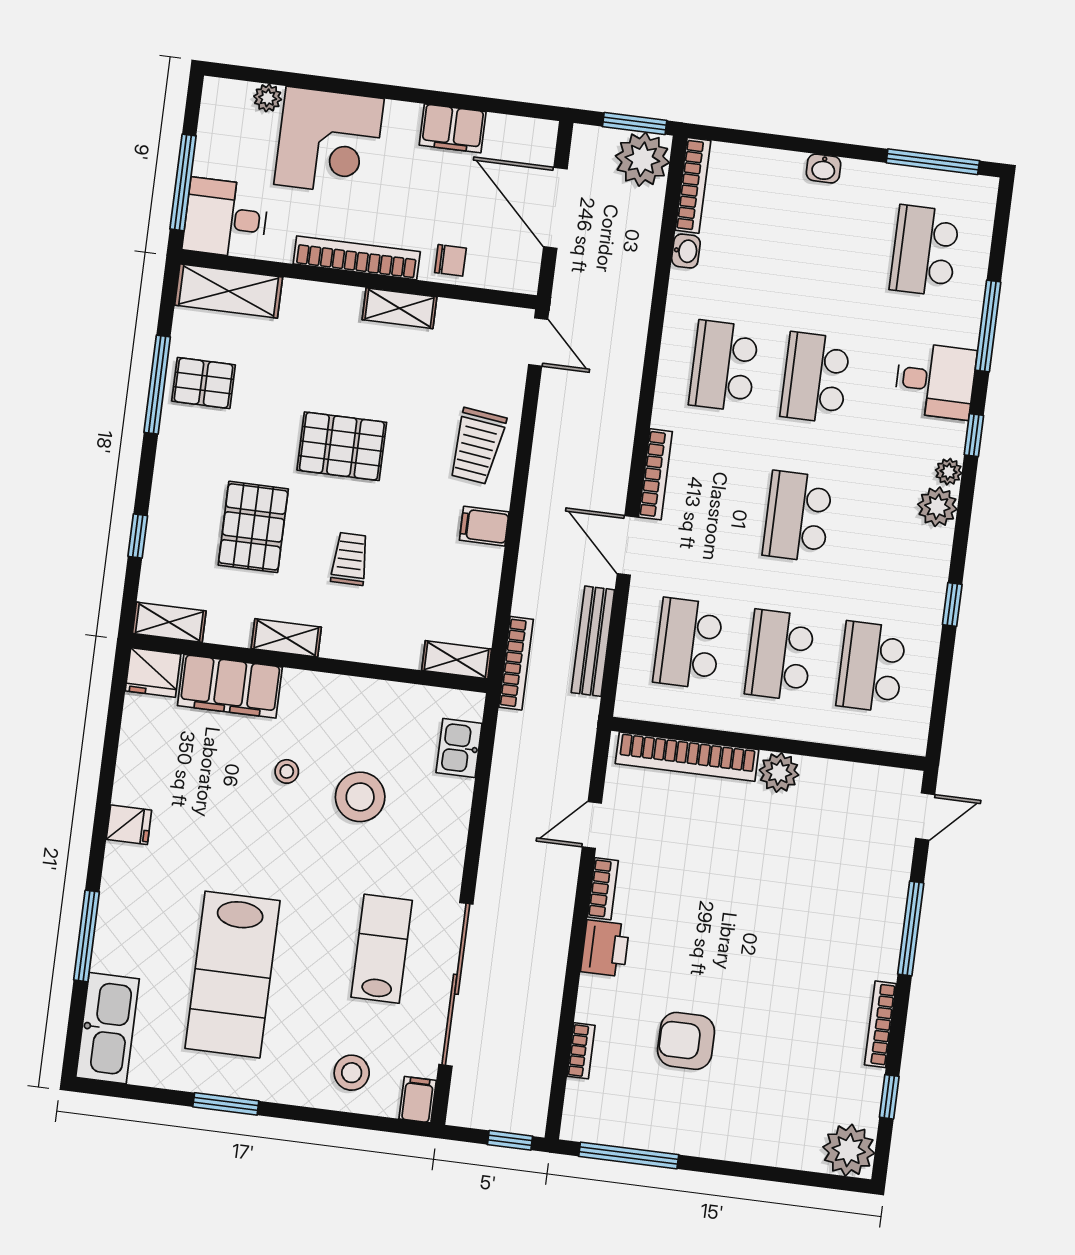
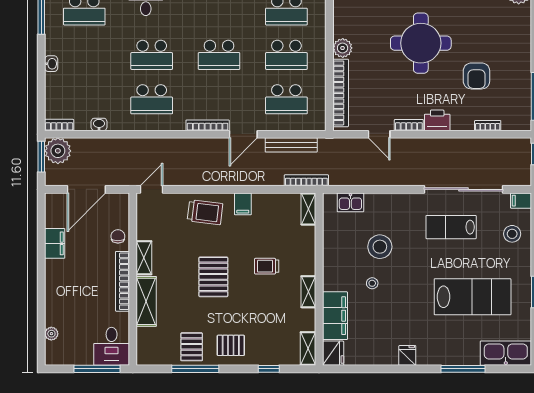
corner desk: (329, 142) -> (69, 302), removed
bookcase: (693, 185) -> (59, 125), width x0.64
shelving: (229, 291) -> (146, 301), moved
pallet: (253, 527) -> (231, 345), moved, width x0.67, depth x0.71
round table: (768, 935) -> (421, 43), added

